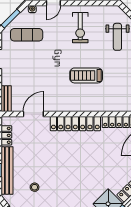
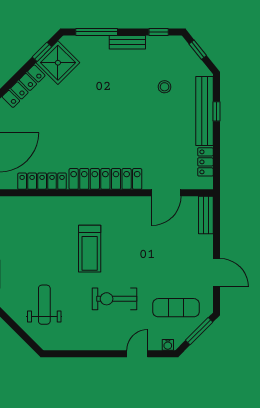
exercise bike: (80, 28) -> (115, 299), moved, turned -90
treadmill: (86, 75) -> (90, 249), turned 90

